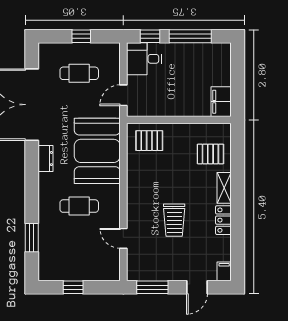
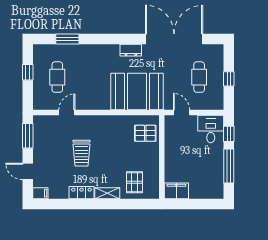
pallet: (149, 141) -> (145, 133), turned 90
cafe table: (79, 206) -> (57, 77), moved
trolley: (174, 220) -> (81, 153), turned -90

